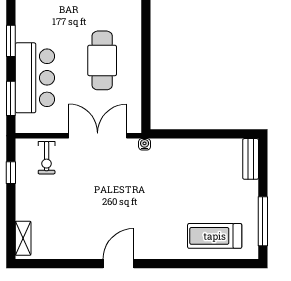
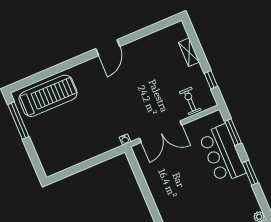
cafe table: (102, 60) -> (180, 186), removed
bench: (251, 159) -> (46, 161), removed
treadmill: (215, 236) -> (48, 96), width x1.37, depth x1.38
shelving: (23, 238) -> (189, 52), moved

